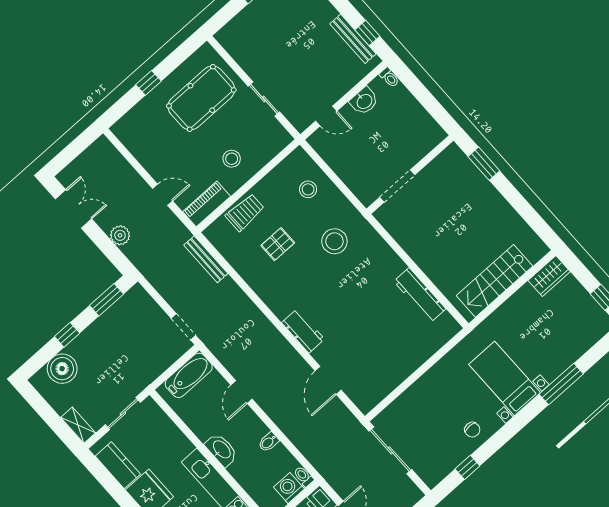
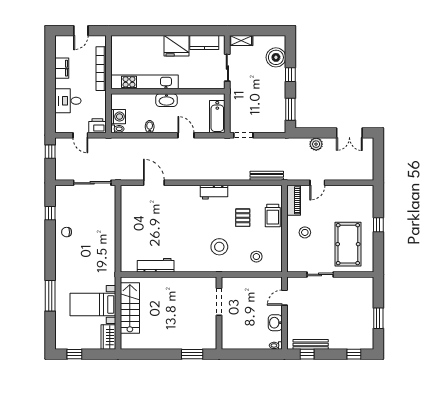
workbench: (303, 331) -> (214, 192), moved
bed with nightstands: (505, 379) -> (93, 304), moved, turned 180

